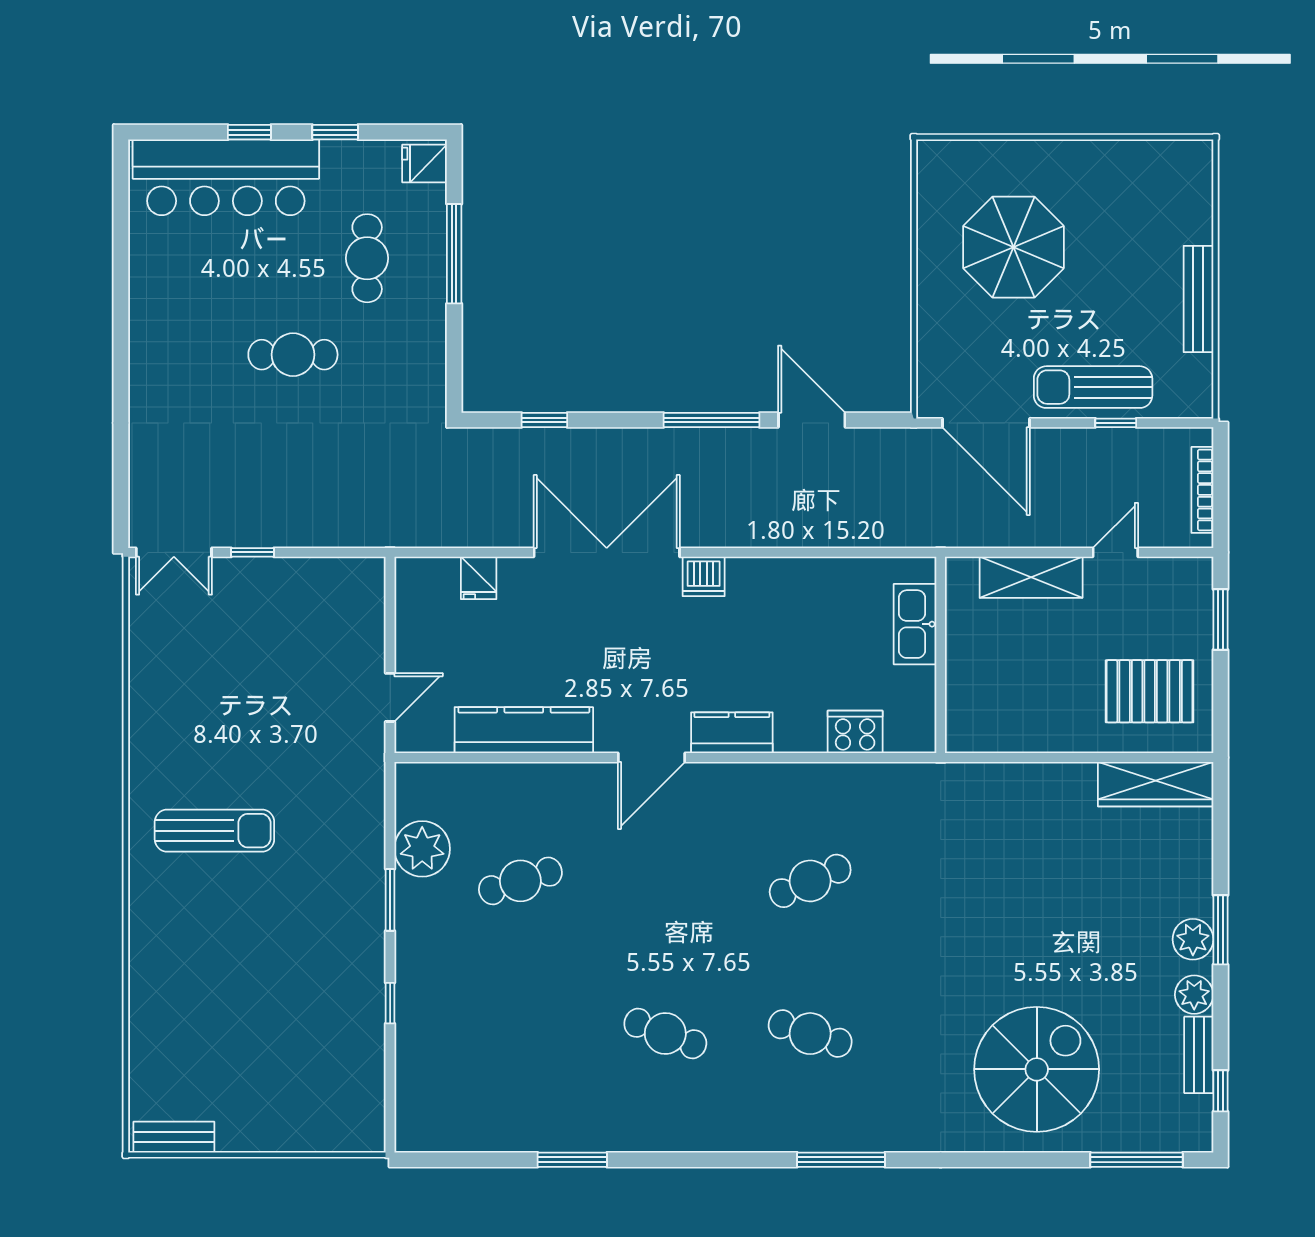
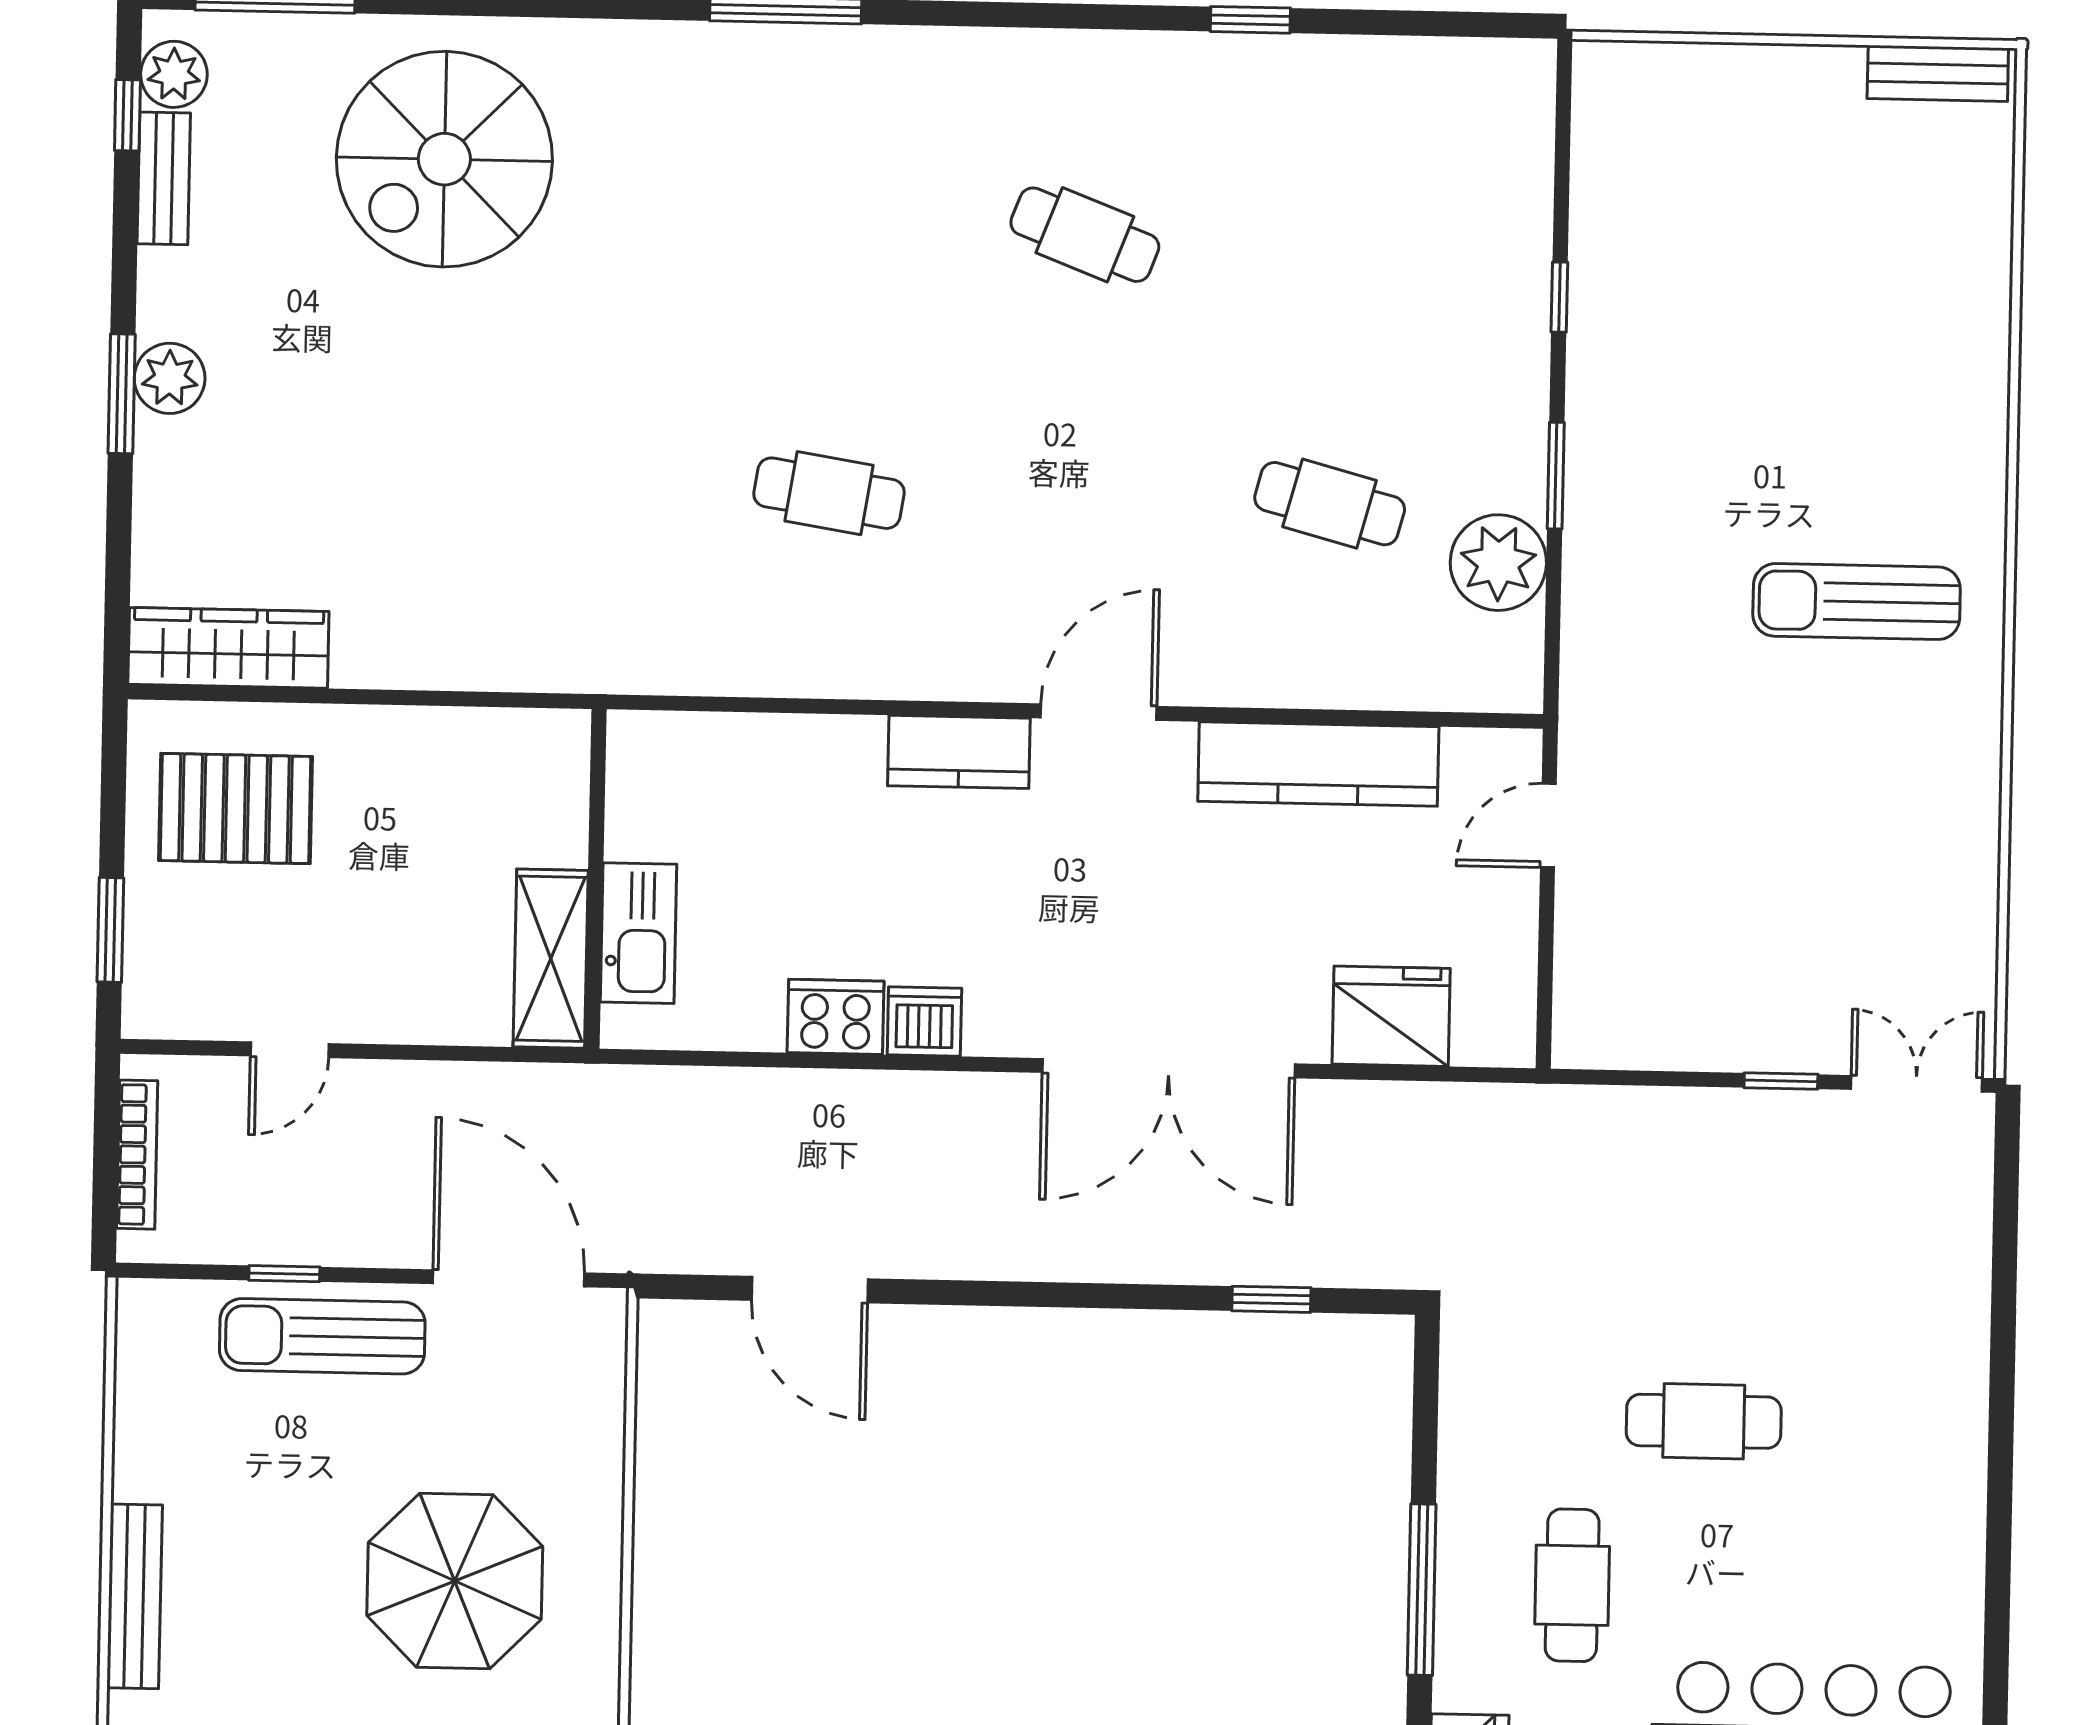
bench: (1198, 299) -> (135, 1596), moved
sun lounger: (1093, 387) -> (322, 1336), turned 180
window: (712, 420) -> (983, 1293), removed
dishwasher: (704, 576) -> (924, 1021), moved
shelving: (1031, 577) -> (551, 959), moved, turned 90
fridge: (479, 578) -> (1391, 1016), width x1.88, depth x1.34
cooker: (855, 732) -> (836, 1017), moved, turned 180
cafe table: (520, 881) -> (1330, 504), turned 33
cafe table: (810, 881) -> (829, 493), turned 33
plant: (1194, 995) -> (174, 74), moved
cafe table: (810, 1034) -> (835, 229), removed
window: (572, 1160) -> (1250, 20), width x0.67

